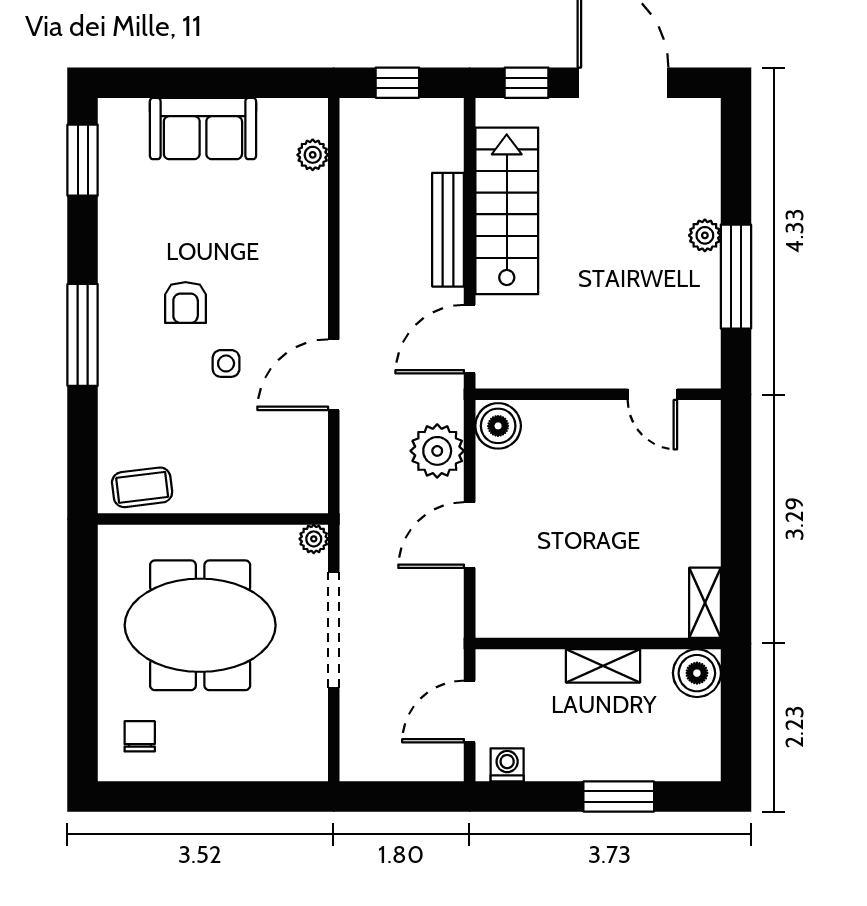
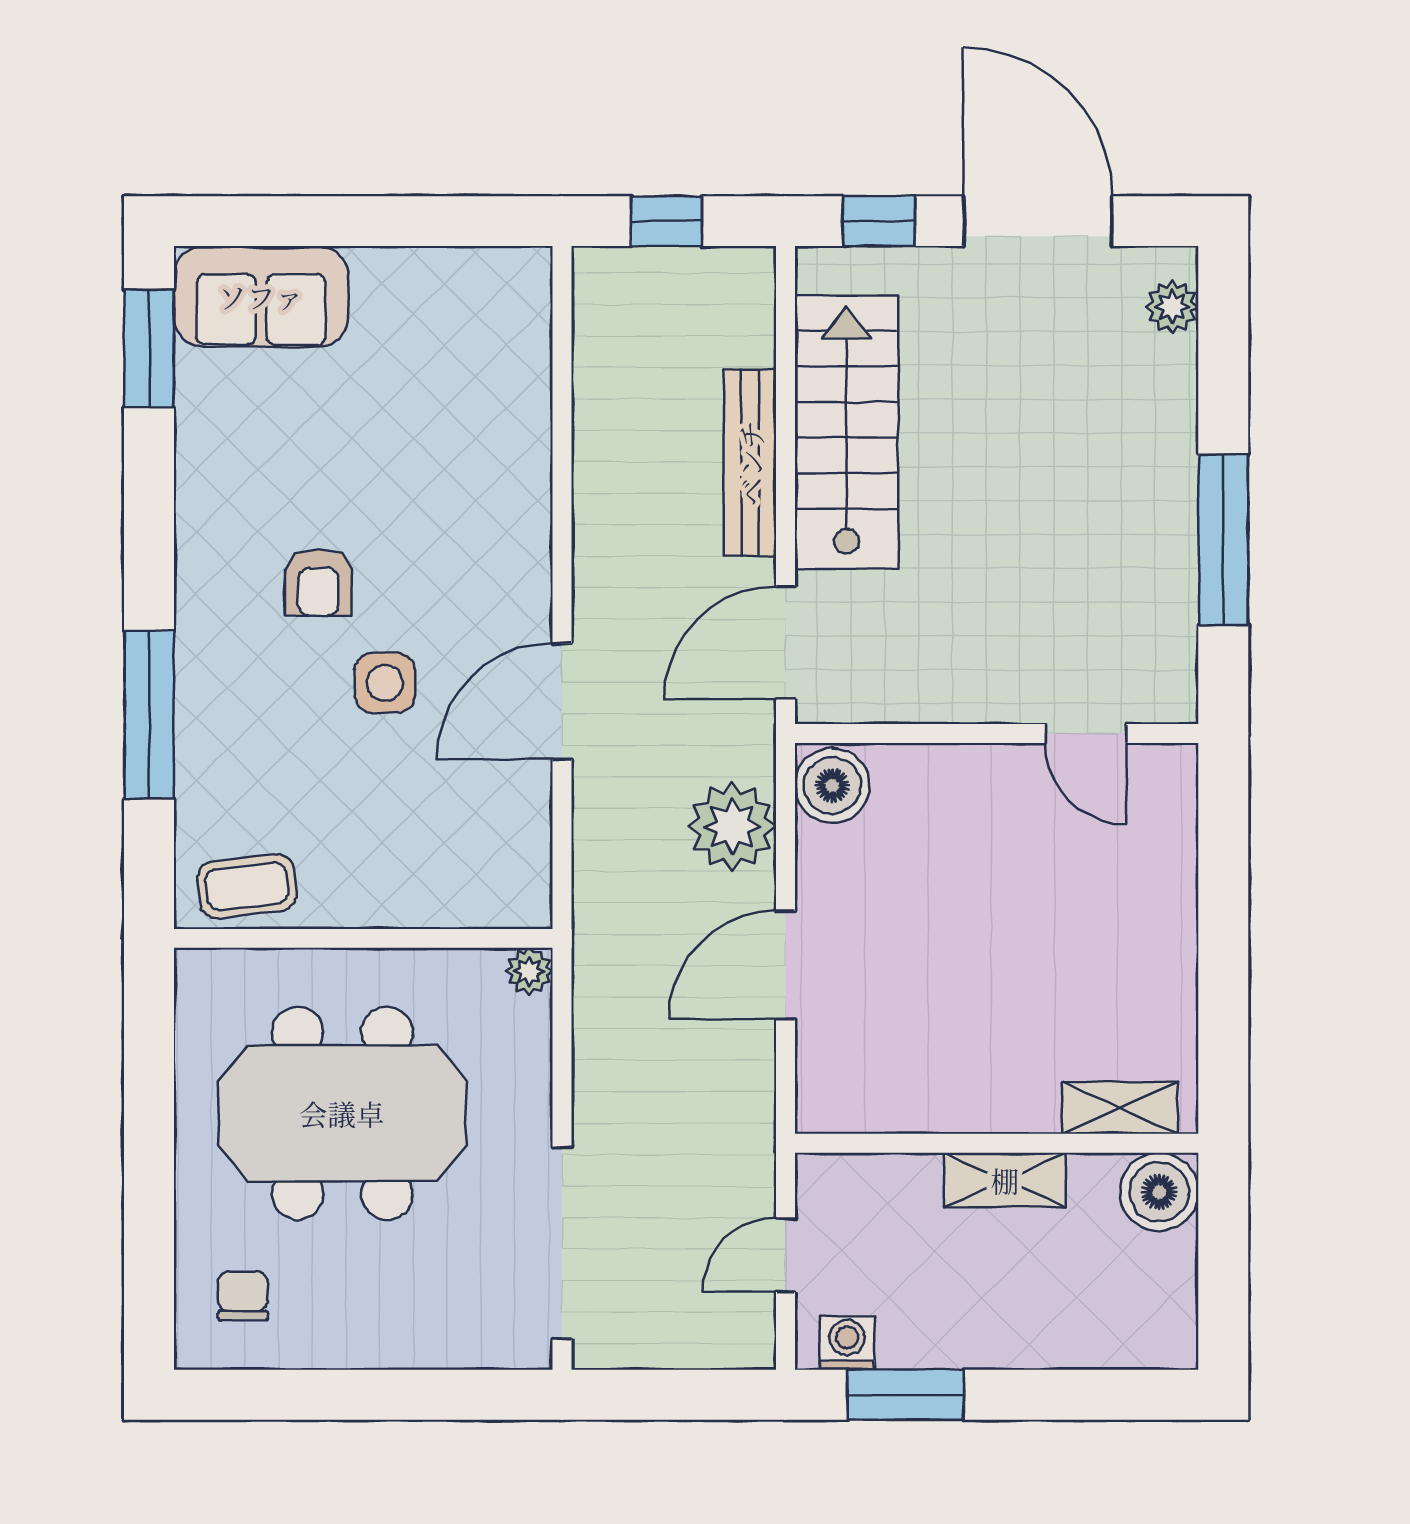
sofa: (203, 129) -> (261, 296), moved
plant: (313, 155) -> (527, 340), removed
plant: (705, 235) -> (1172, 307), moved
window: (83, 335) -> (149, 715), moved
side table: (226, 363) -> (385, 683), width x1.37, depth x1.37
shelving: (705, 603) -> (1120, 1108), moved, turned 90
doorway: (334, 630) -> (562, 1243), moved
door: (470, 712) -> (786, 1255), width x0.73
window: (619, 797) -> (906, 1395), moved

